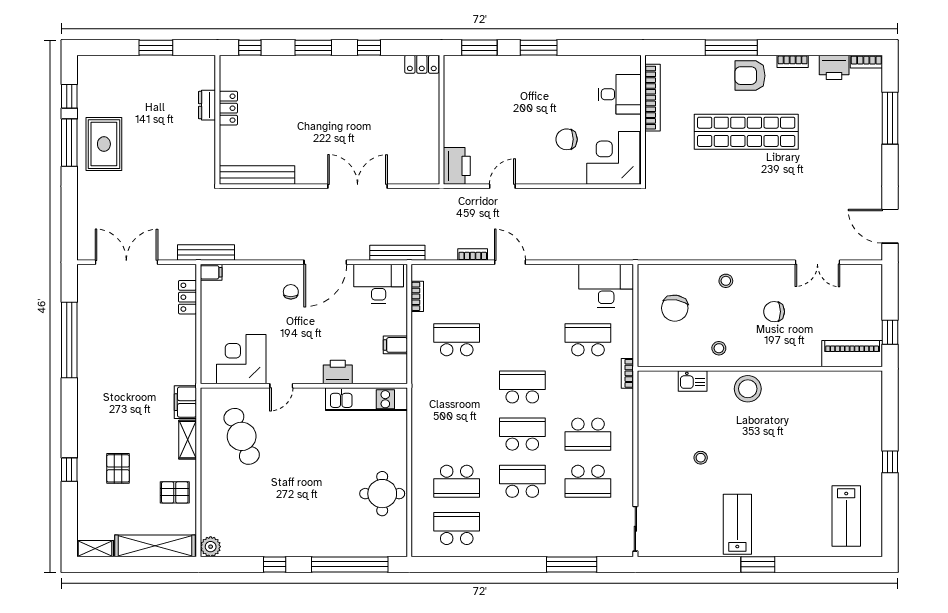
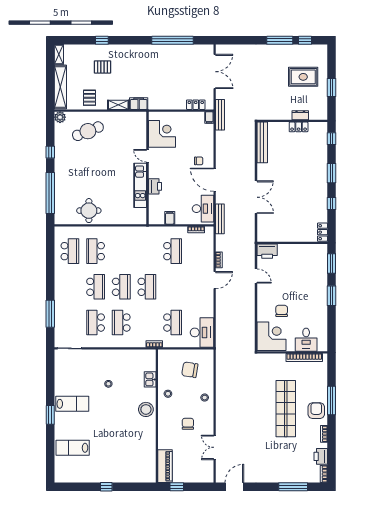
rug: (104, 144) -> (303, 77), moved
kitchen unit: (367, 399) -> (140, 185), moved
cafe table: (242, 436) -> (88, 131), moved
lab bench: (846, 516) -> (73, 448), moved

